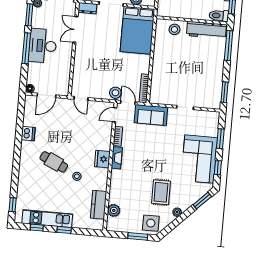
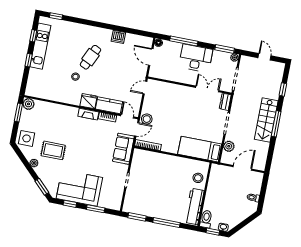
bed: (137, 30) -> (200, 149), width x0.67
window: (229, 45) -> (166, 223), moved
window: (26, 48) -> (184, 41), moved
kitchen counter: (99, 205) -> (109, 105), moved
plant: (114, 210) -> (28, 104), moved
window: (138, 236) -> (18, 113), moved

